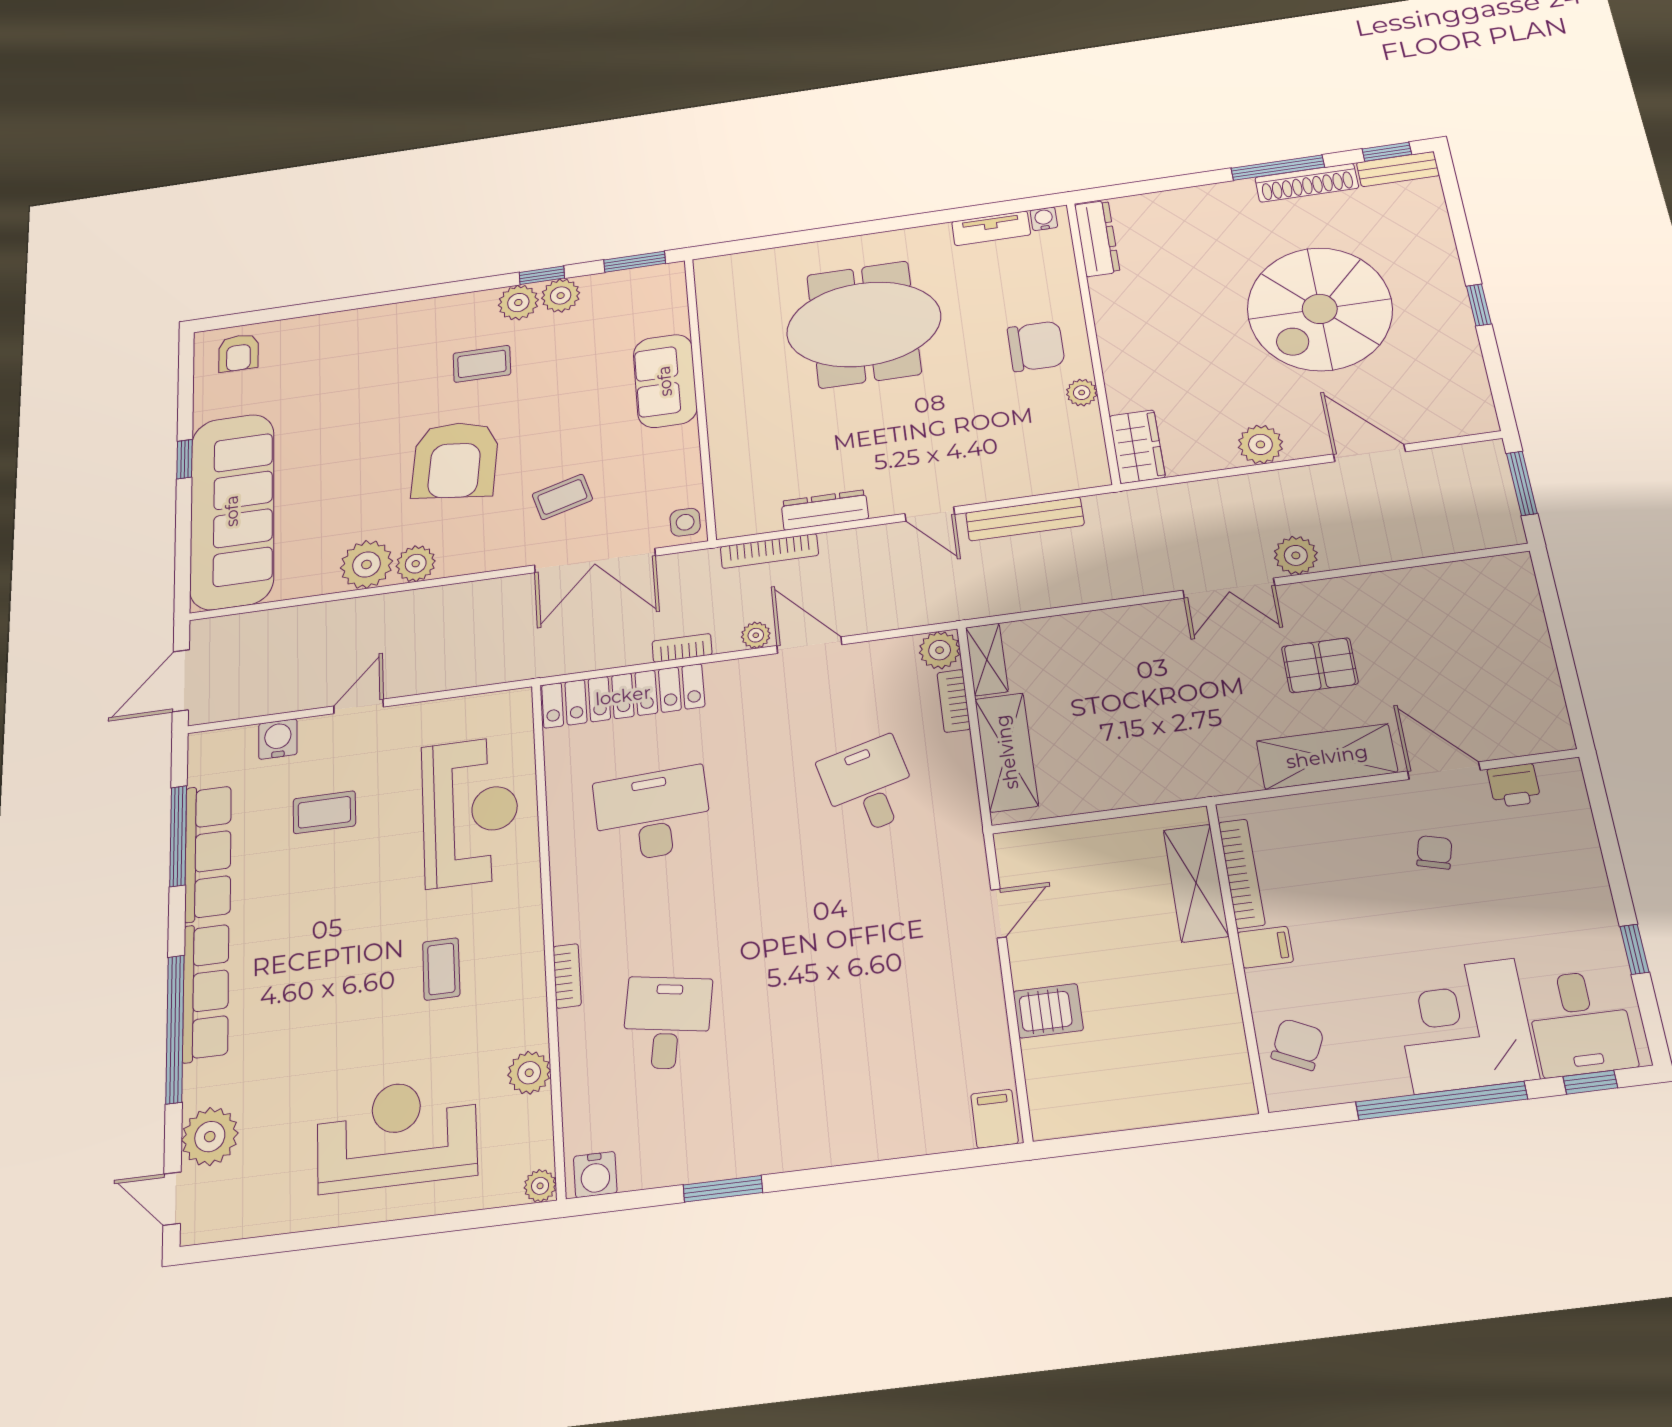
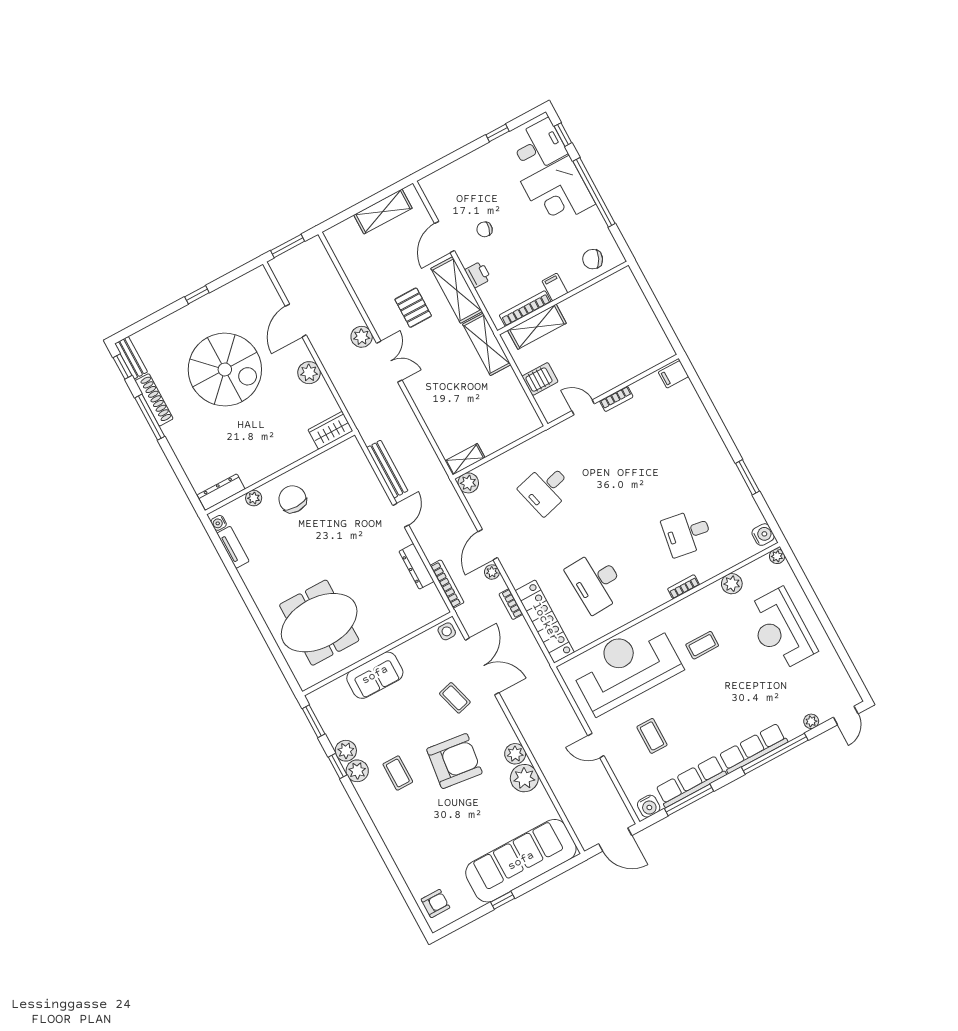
meeting table: (864, 324) -> (319, 623), moved, turned 90
plant: (1082, 393) -> (254, 498), moved
shelving: (1535, 674) -> (383, 212), added
bookcase: (954, 701) -> (616, 399), moved
water cooler: (278, 739) -> (649, 806), moved, turned -90
shelving: (1007, 752) -> (487, 344), moved, turned 90
printer: (1514, 785) -> (478, 274), moved
reception desk: (470, 812) -> (626, 667), width x1.36, depth x1.30
server rack: (1048, 1011) -> (540, 379), moved, turned 90
plant: (210, 1137) -> (811, 721), width x0.53, depth x0.53

